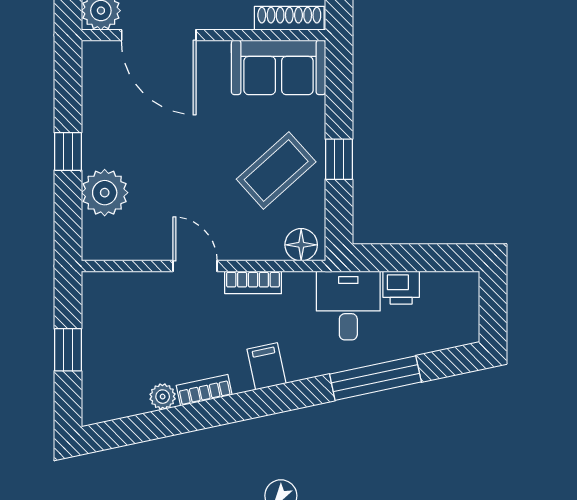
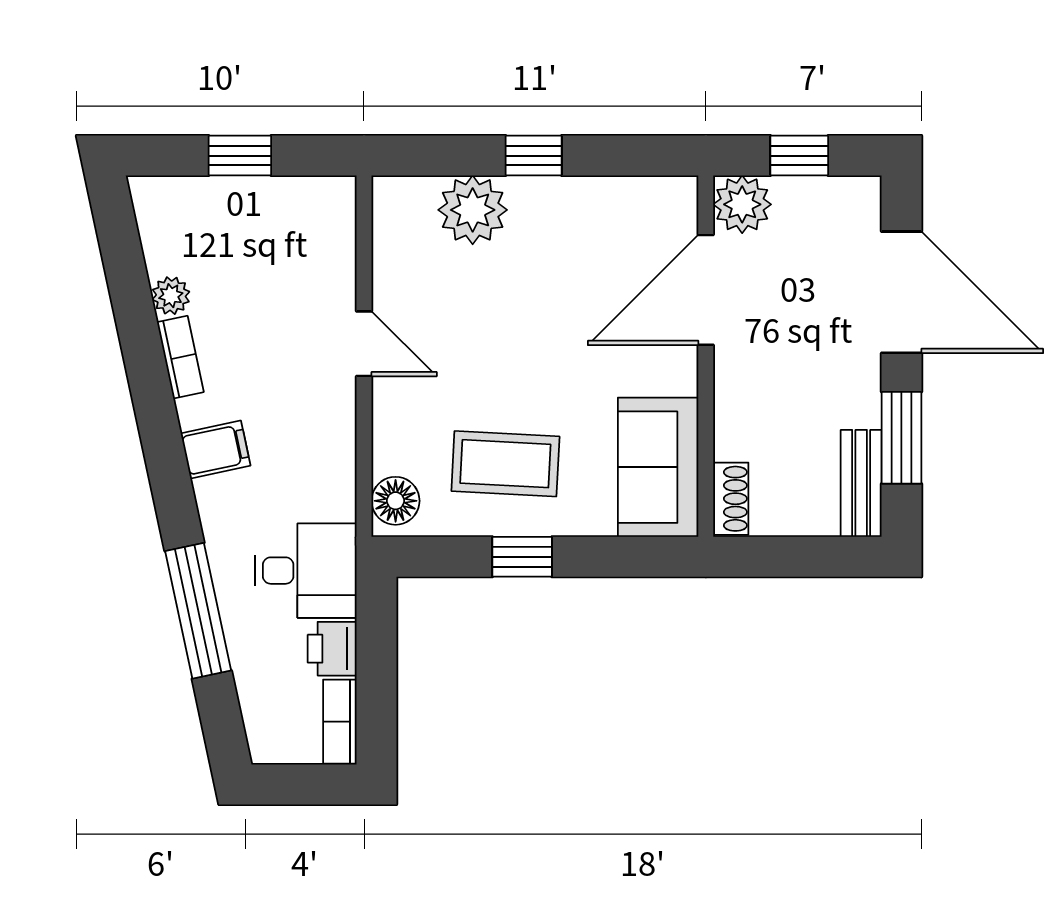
shoe rack: (289, 18) -> (731, 499), width x0.70
coffee table: (276, 170) -> (505, 464), turned -45
door: (195, 266) -> (364, 344), hinge flipped
bookcase: (253, 282) -> (340, 722), moved

